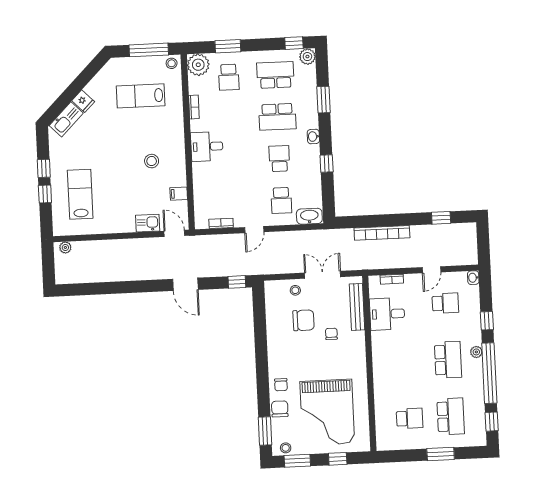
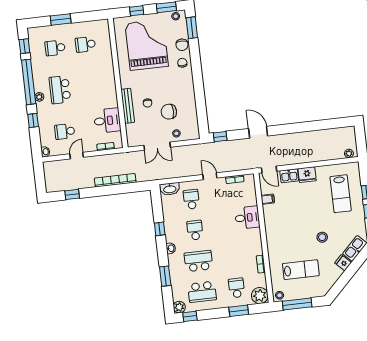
desk: (207, 147) -> (247, 218), moved
school desk: (279, 159) -> (195, 230), turned 180
stool: (152, 161) -> (322, 237), moved
fridge: (123, 223) -> (307, 175), added
door: (254, 230) -> (210, 176), hinge flipped
bench: (357, 307) -> (128, 106), moved
school desk: (451, 416) -> (55, 48), width x0.54

